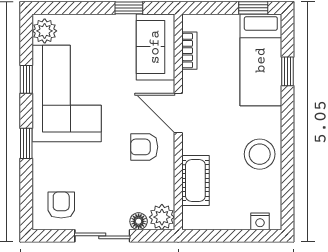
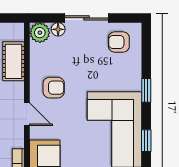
door: (178, 113) -> (27, 114), width x0.73
armchair: (61, 205) -> (119, 42), turned 90

